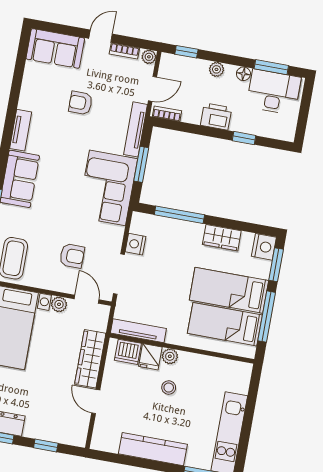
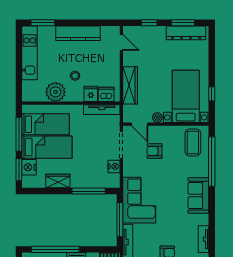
tv unit: (21, 130) -> (204, 239), moved
window: (244, 138) -> (55, 249), width x3.17
window: (141, 164) -> (120, 220), width x1.44
nightstand: (264, 247) -> (29, 167), moved
plant: (170, 356) -> (56, 92), moved, width x1.88, depth x1.88
door: (96, 402) -> (121, 42), moved

